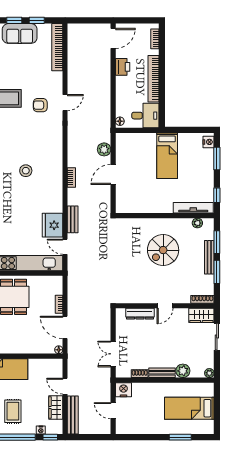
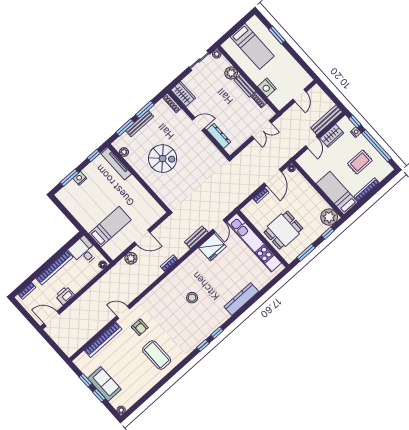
bookcase: (57, 47) -> (103, 340), moved
nightstand: (209, 142) -> (80, 178), moved
bed: (167, 156) -> (110, 227), moved
sliding door: (217, 337) -> (199, 60), moved
nightstand: (123, 390) -> (267, 88), moved

